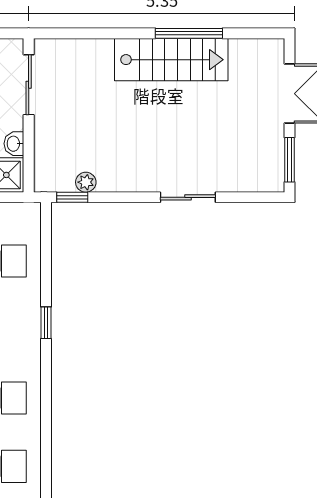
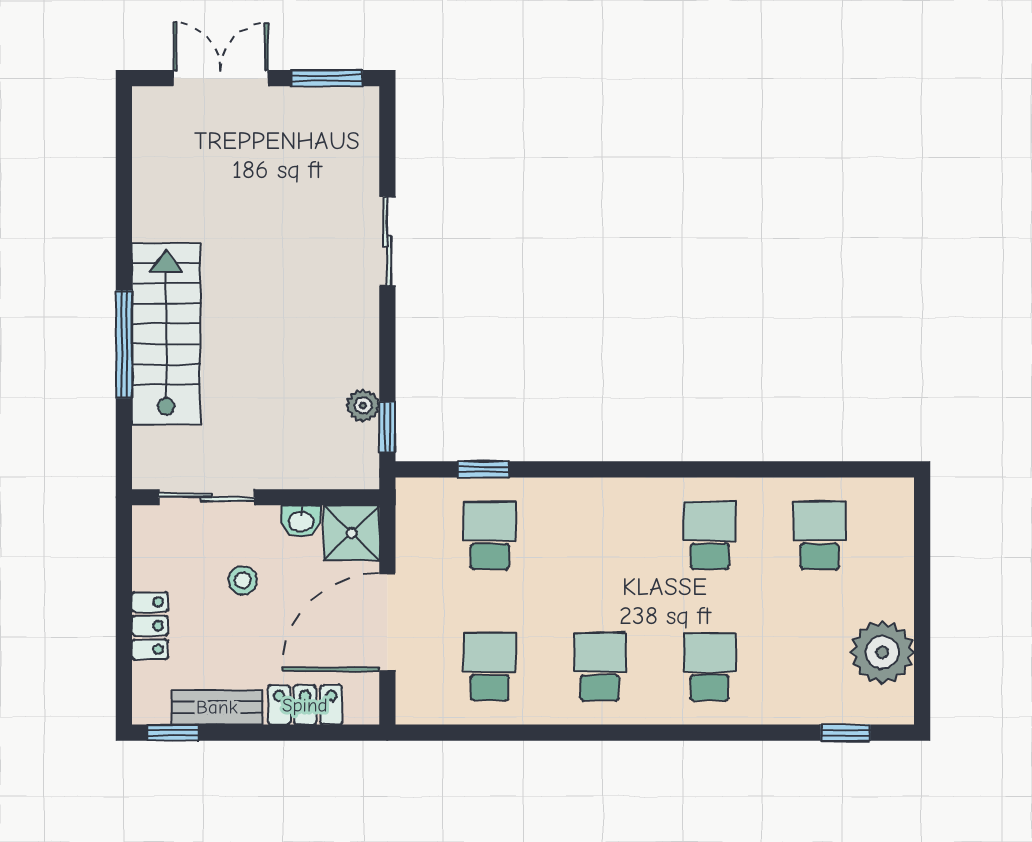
window: (189, 33) -> (124, 344), moved
stairs: (171, 60) -> (166, 334), moved
window: (46, 323) -> (484, 469), moved

